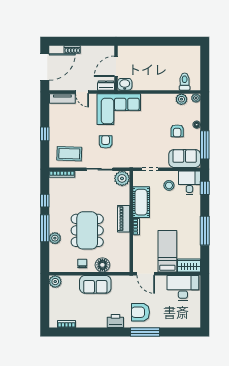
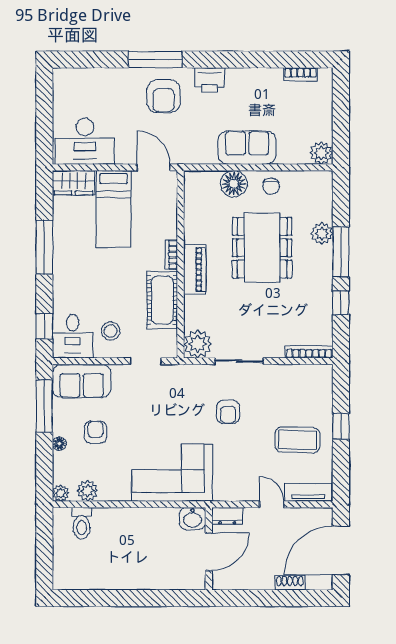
corner sofa: (119, 109) -> (172, 473), moved
coffee table: (69, 154) -> (298, 440), moved
armchair: (140, 312) -> (163, 96), turned 90

